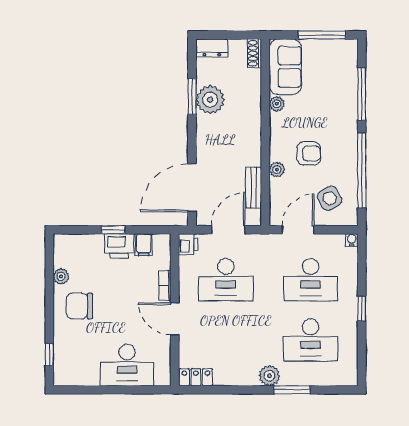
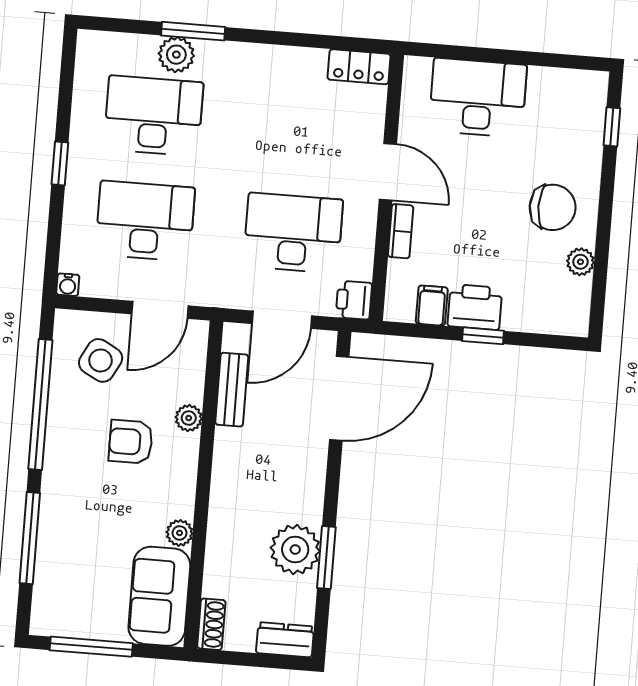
side table: (330, 198) -> (101, 360), turned -32
plant: (269, 376) -> (176, 55), moved

